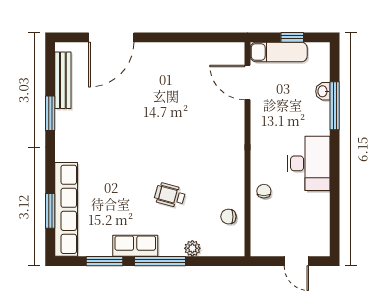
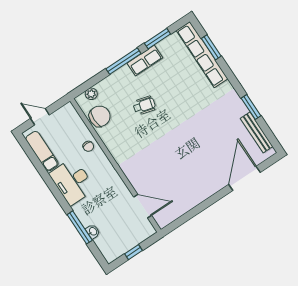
exam couch: (279, 52) -> (42, 151), moved, turned 90
chair: (228, 217) -> (100, 116), width x1.87, depth x1.87
plant: (192, 248) -> (91, 94), moved

